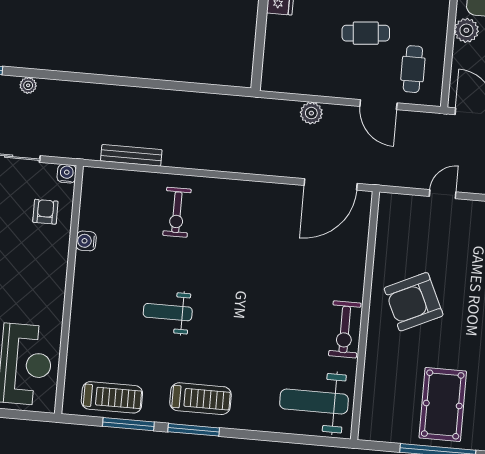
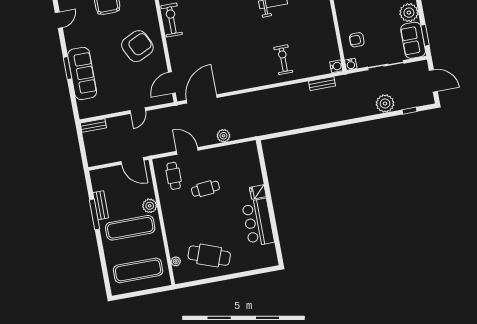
plant: (28, 85) -> (385, 104), width x1.87, depth x1.87
bench: (131, 155) -> (322, 84), width x0.73
armchair: (45, 212) -> (357, 40), turned 90
door: (373, 225) -> (172, 83), added
water cooler: (86, 241) -> (336, 66), moved

